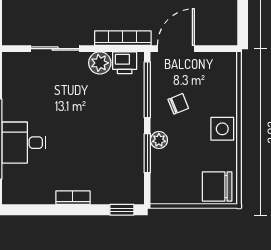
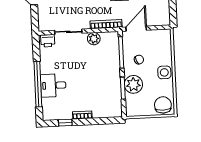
printer: (125, 63) -> (48, 41), moved
plant: (159, 140) -> (133, 84), width x1.88, depth x1.88
chair: (217, 186) -> (163, 105), turned 90
window: (122, 210) -> (65, 123), moved

